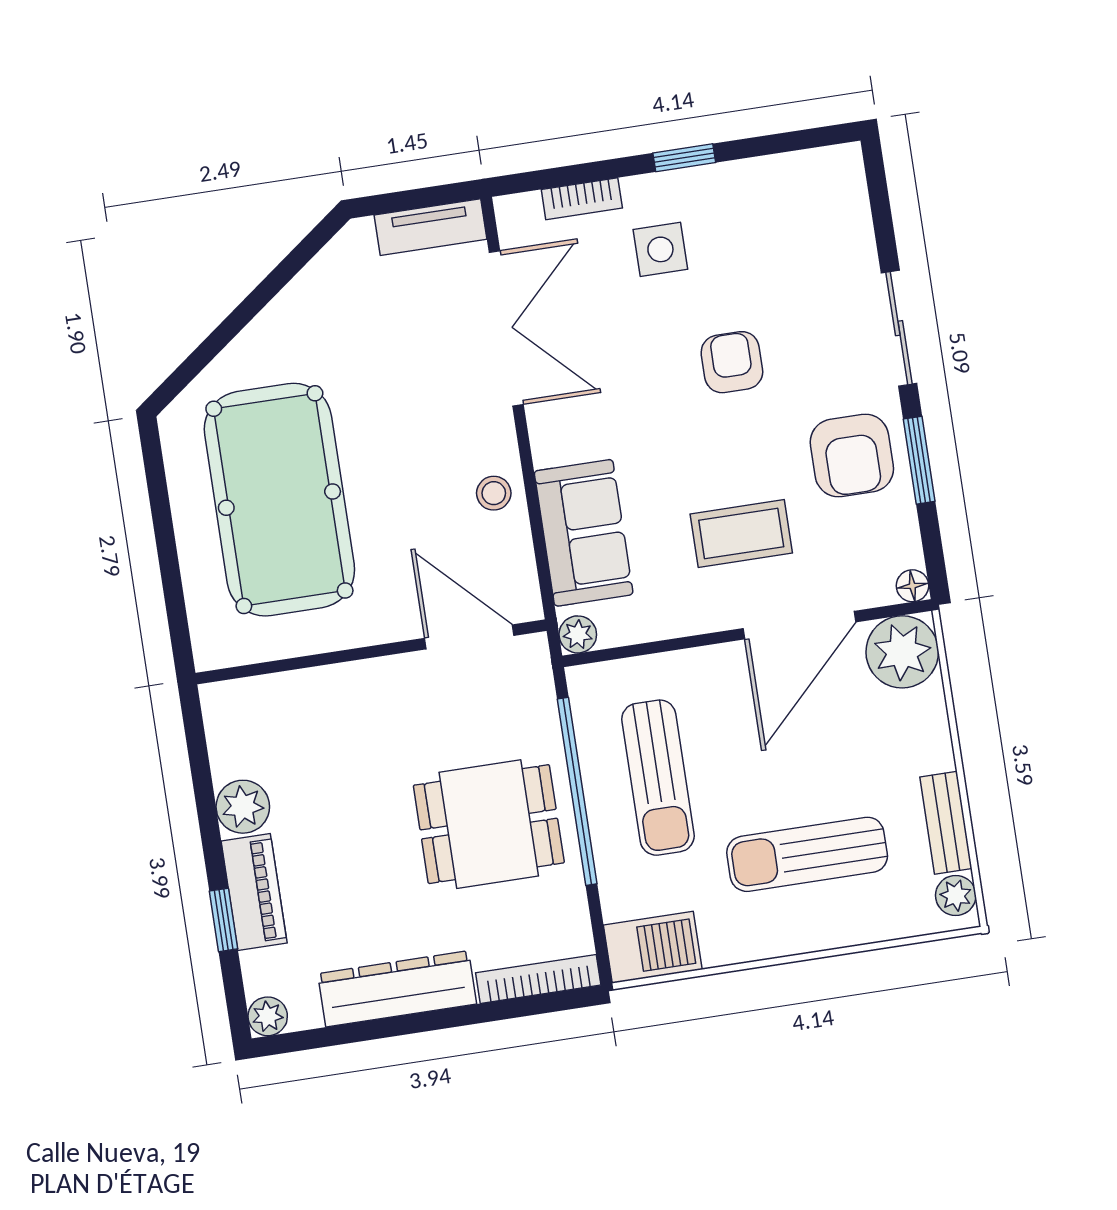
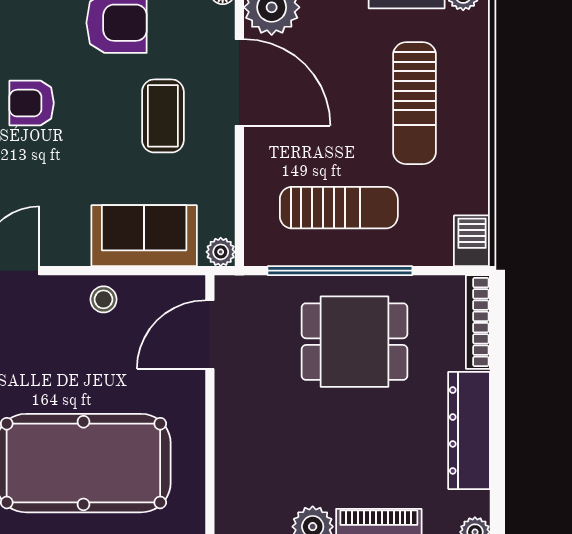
dining table: (489, 824) -> (354, 342), turned 90
barbecue: (653, 947) -> (472, 241), width x0.73, depth x0.79

